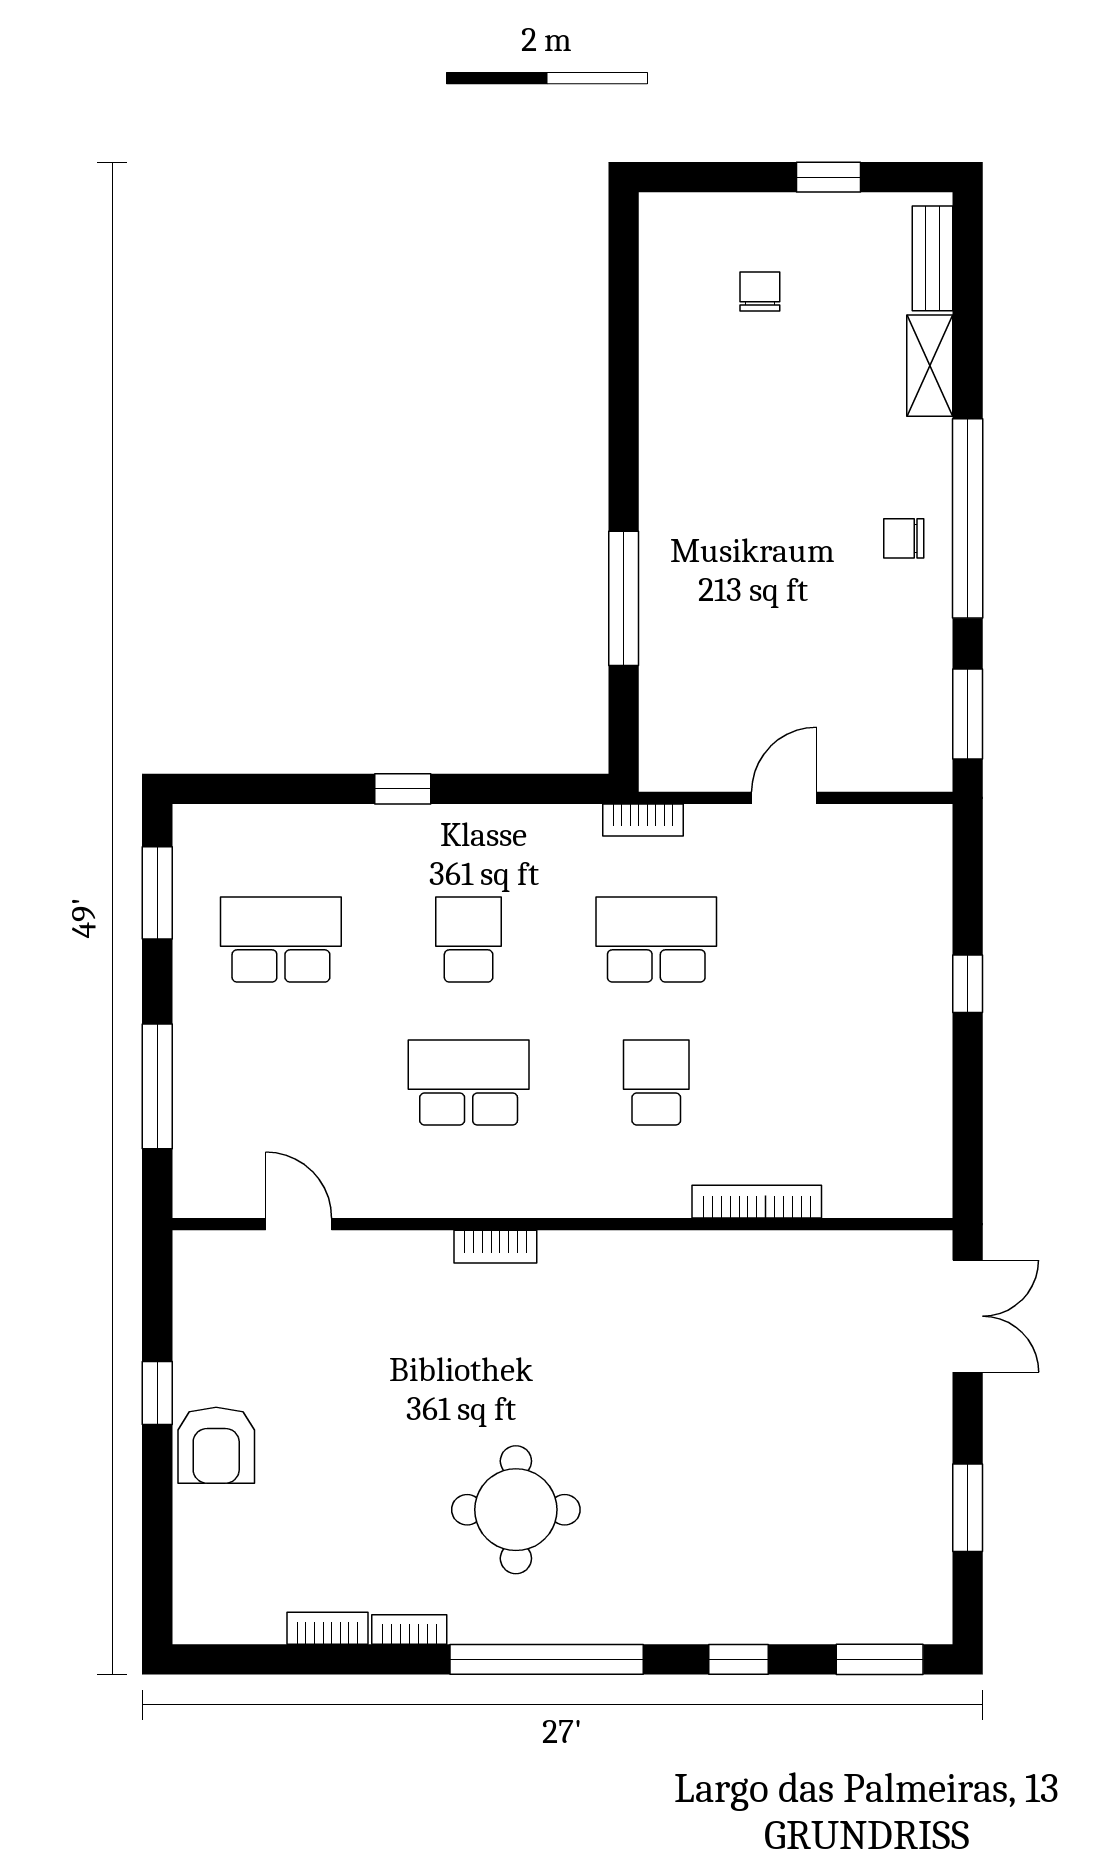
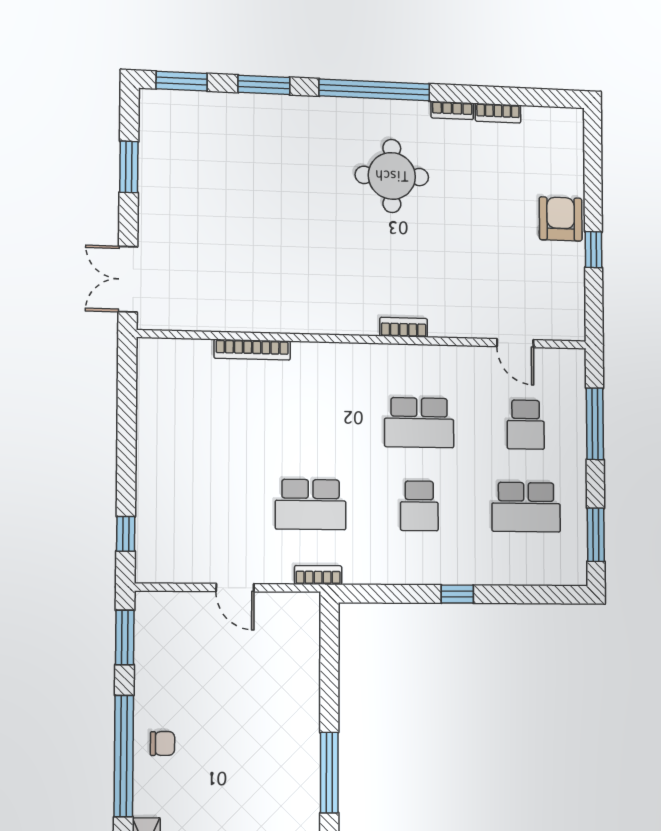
window: (624, 598) -> (329, 773), moved
door: (784, 798) -> (235, 588), hinge flipped
window: (968, 984) -> (126, 534), moved
school desk: (656, 1083) -> (526, 425), moved
window: (738, 1659) -> (264, 85), width x1.50

